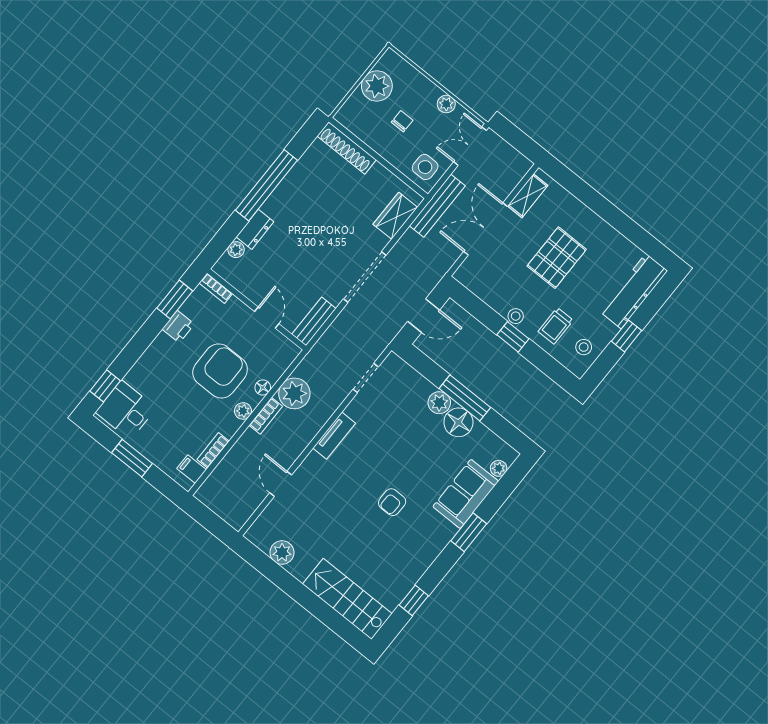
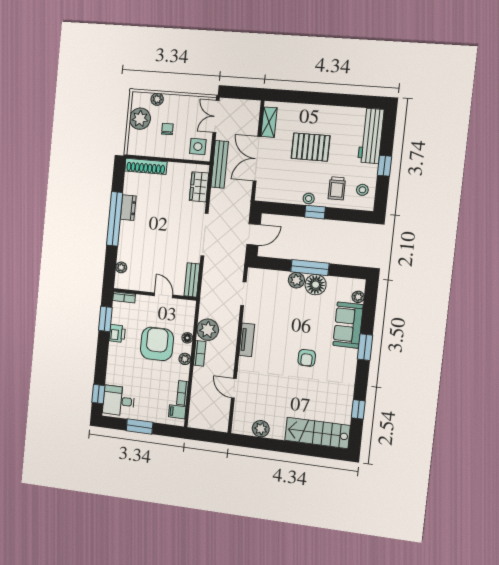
plant: (446, 104) -> (157, 99), moved
dresser: (255, 229) -> (128, 208), moved
pallet: (557, 258) -> (311, 147), turned 90

